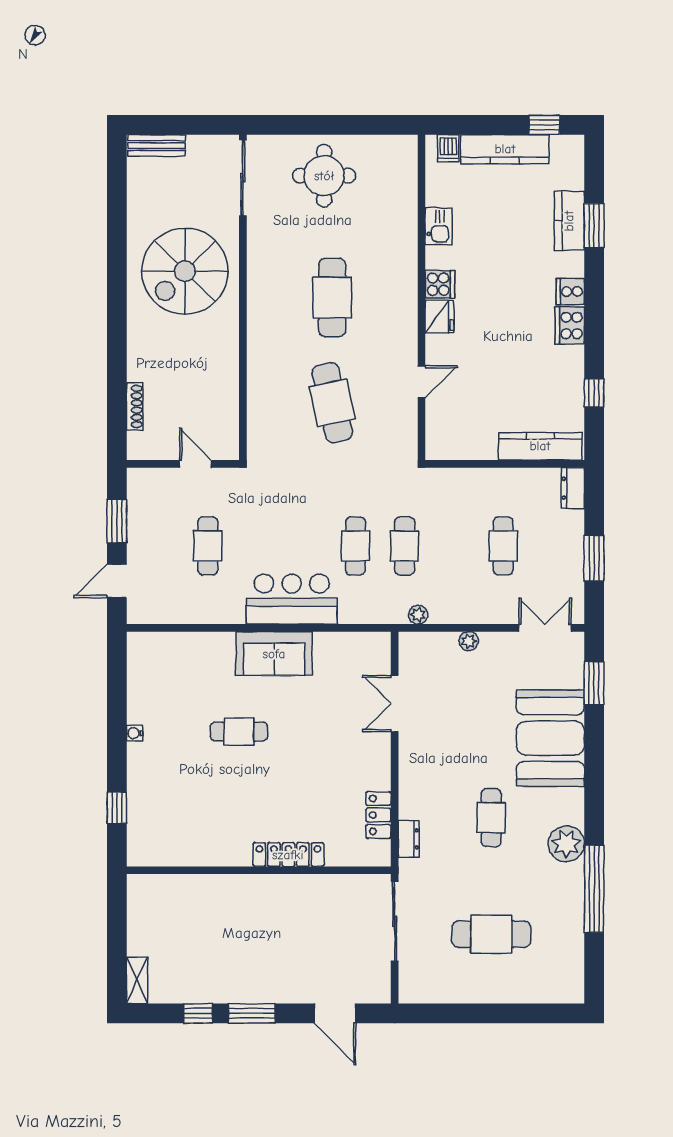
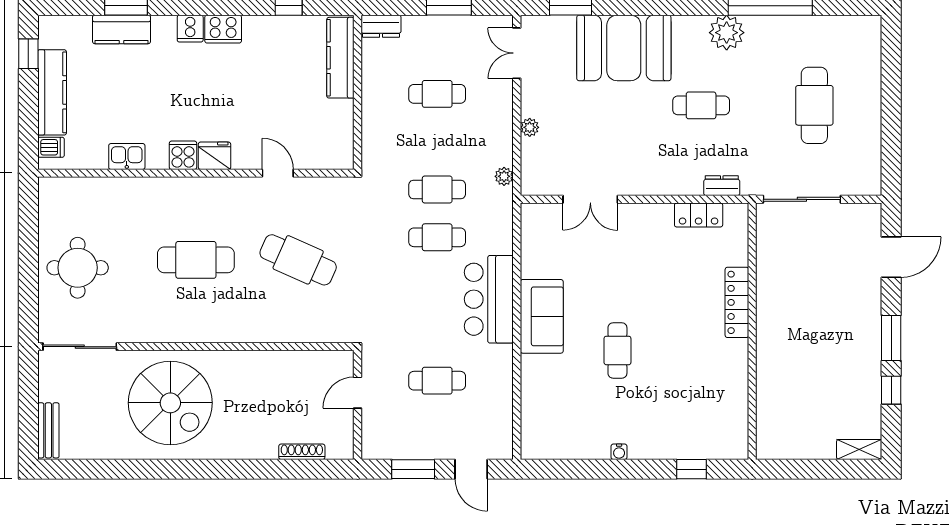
cafe table: (332, 403) -> (298, 260), turned 36

